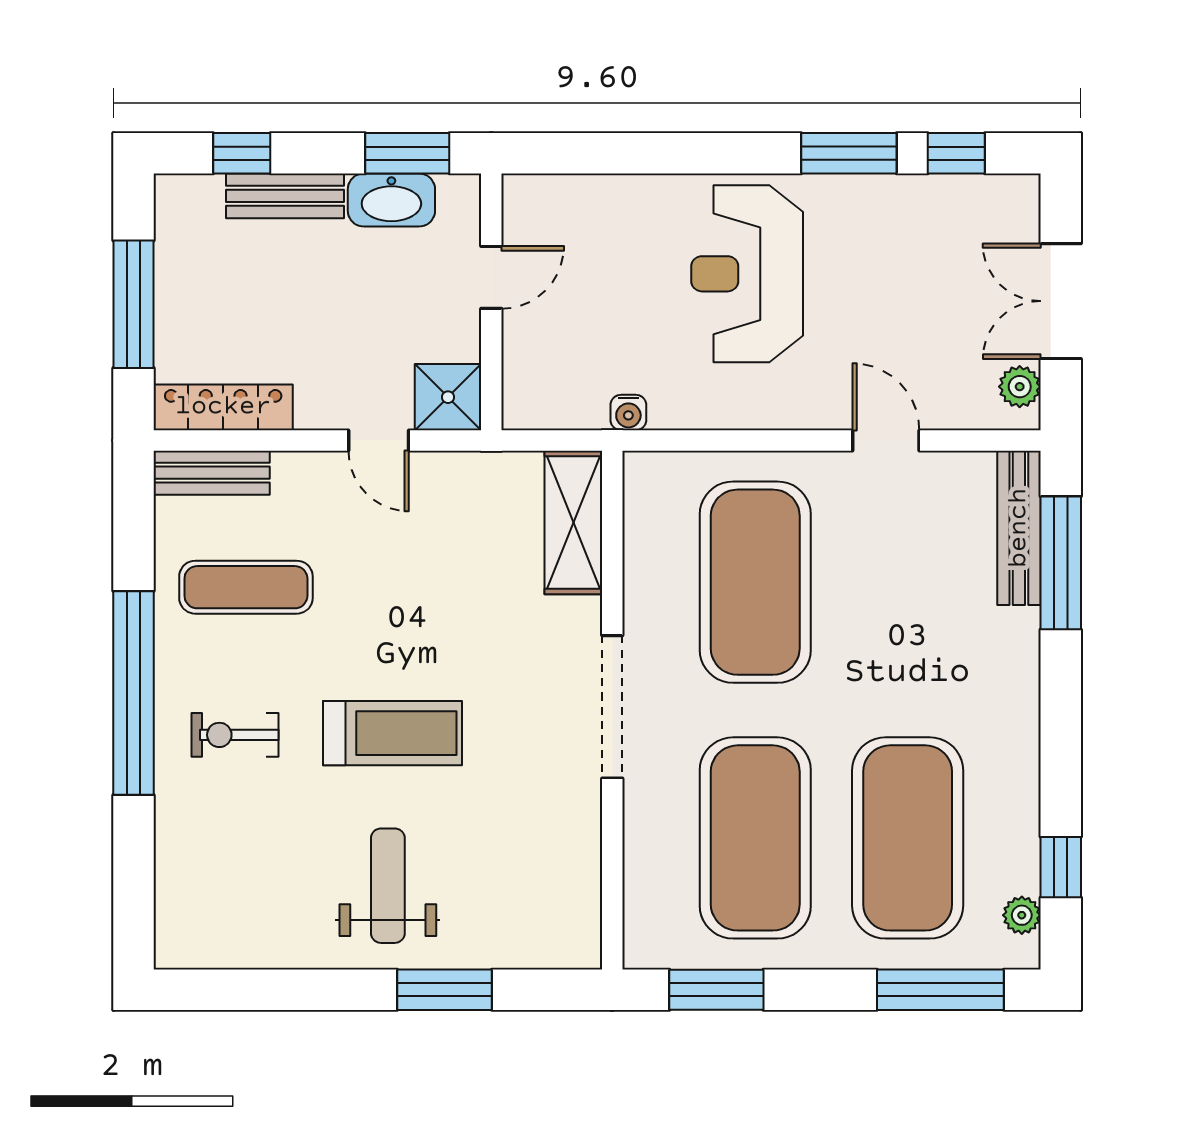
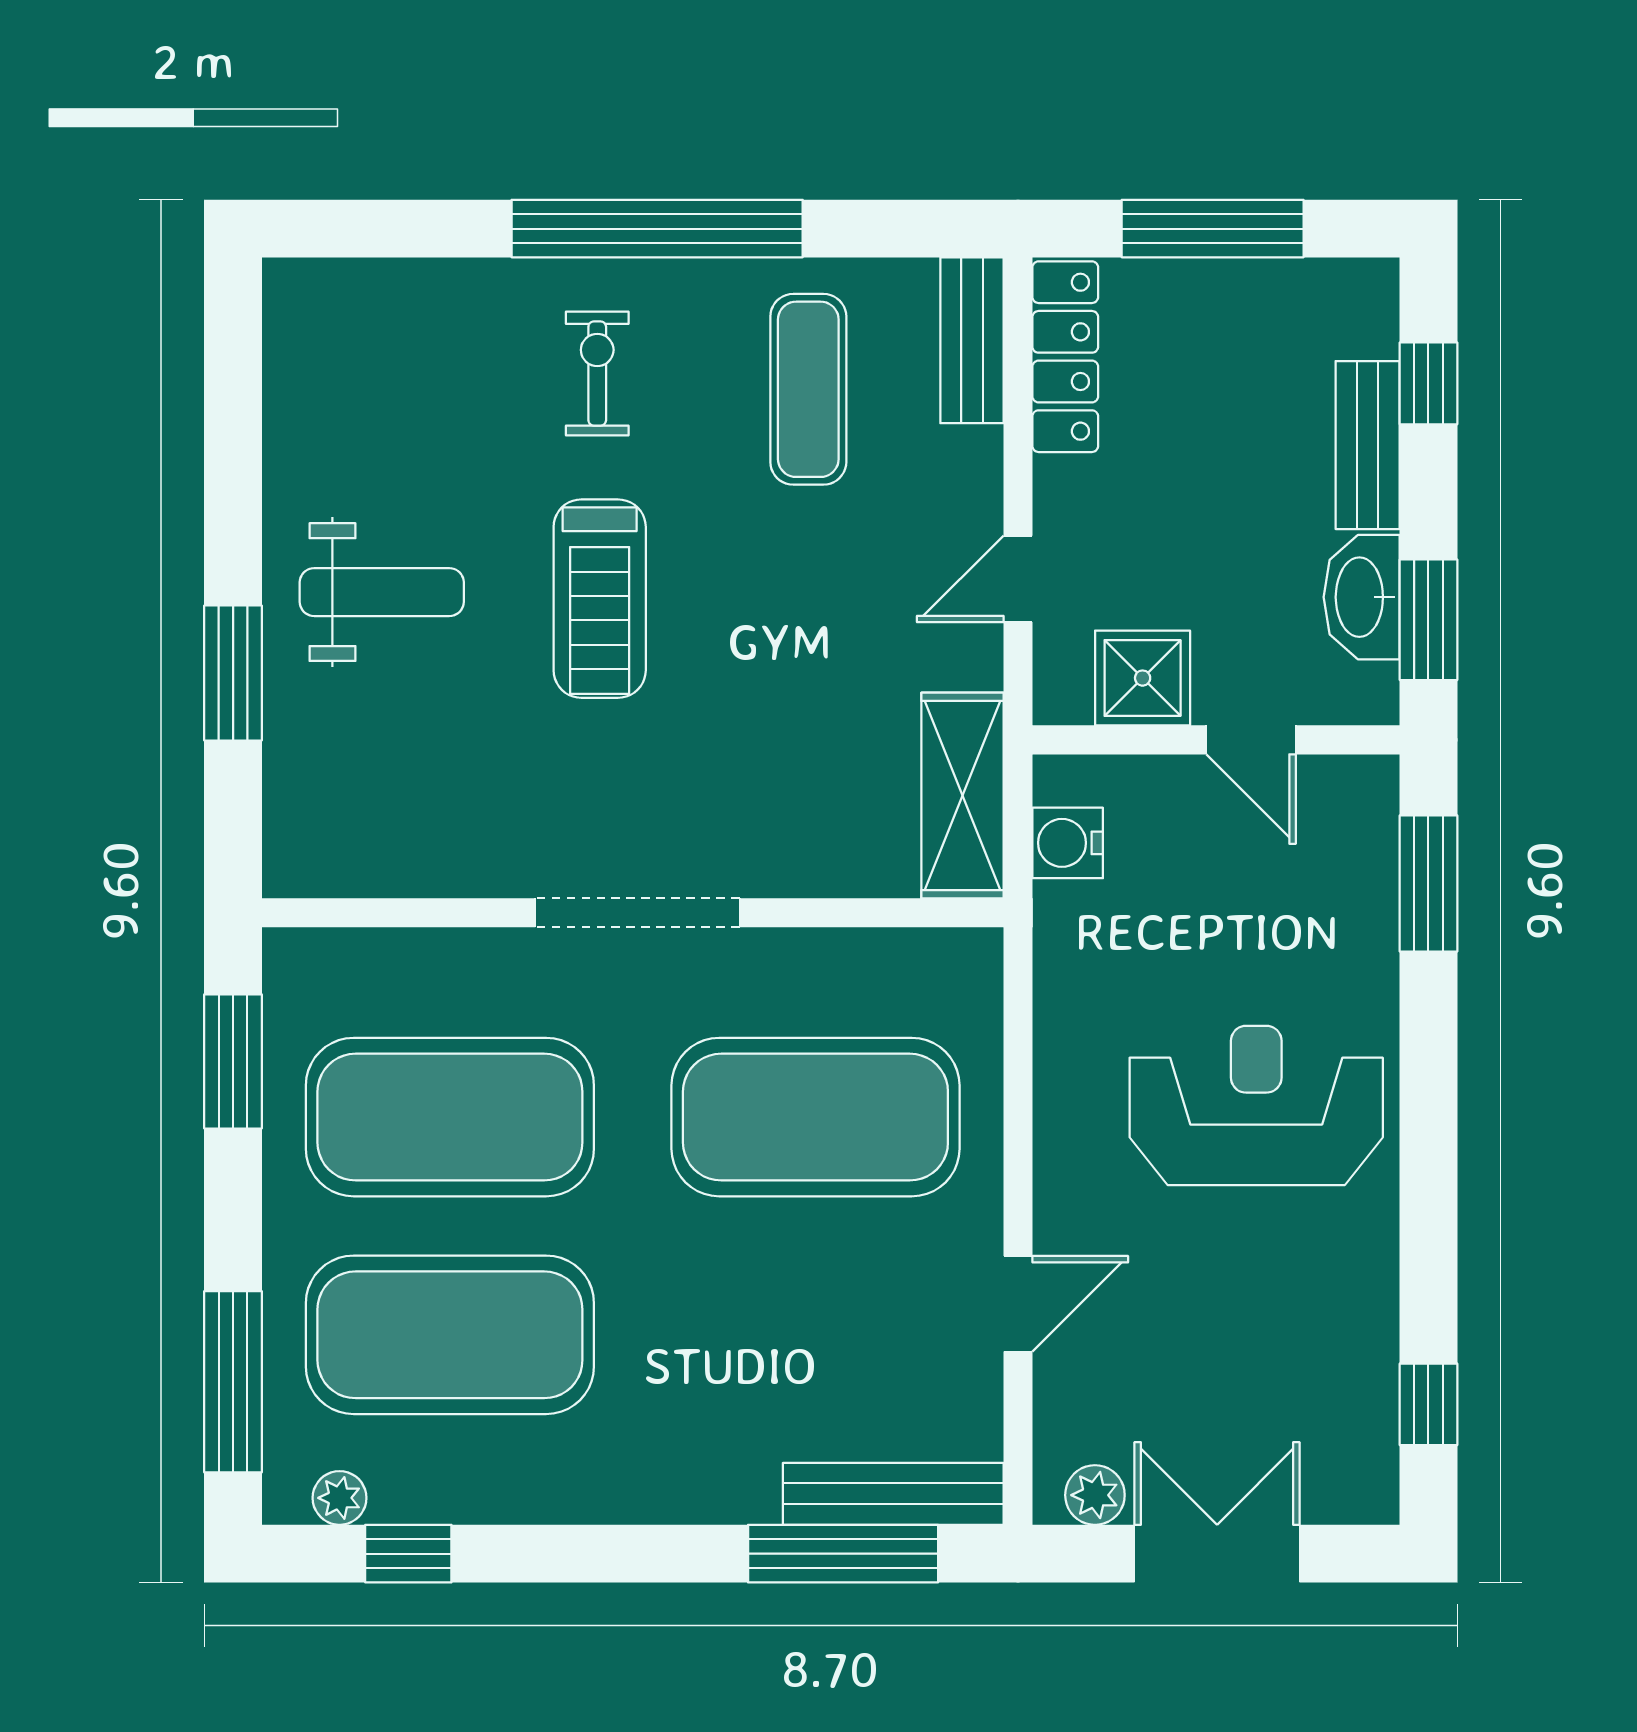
window: (849, 153) -> (1428, 883), moved
shower: (448, 397) -> (1143, 678), moved
water cooler: (628, 413) -> (1068, 843), moved, width x1.38, depth x1.38
shelving: (573, 522) -> (962, 796), moved, turned 90

